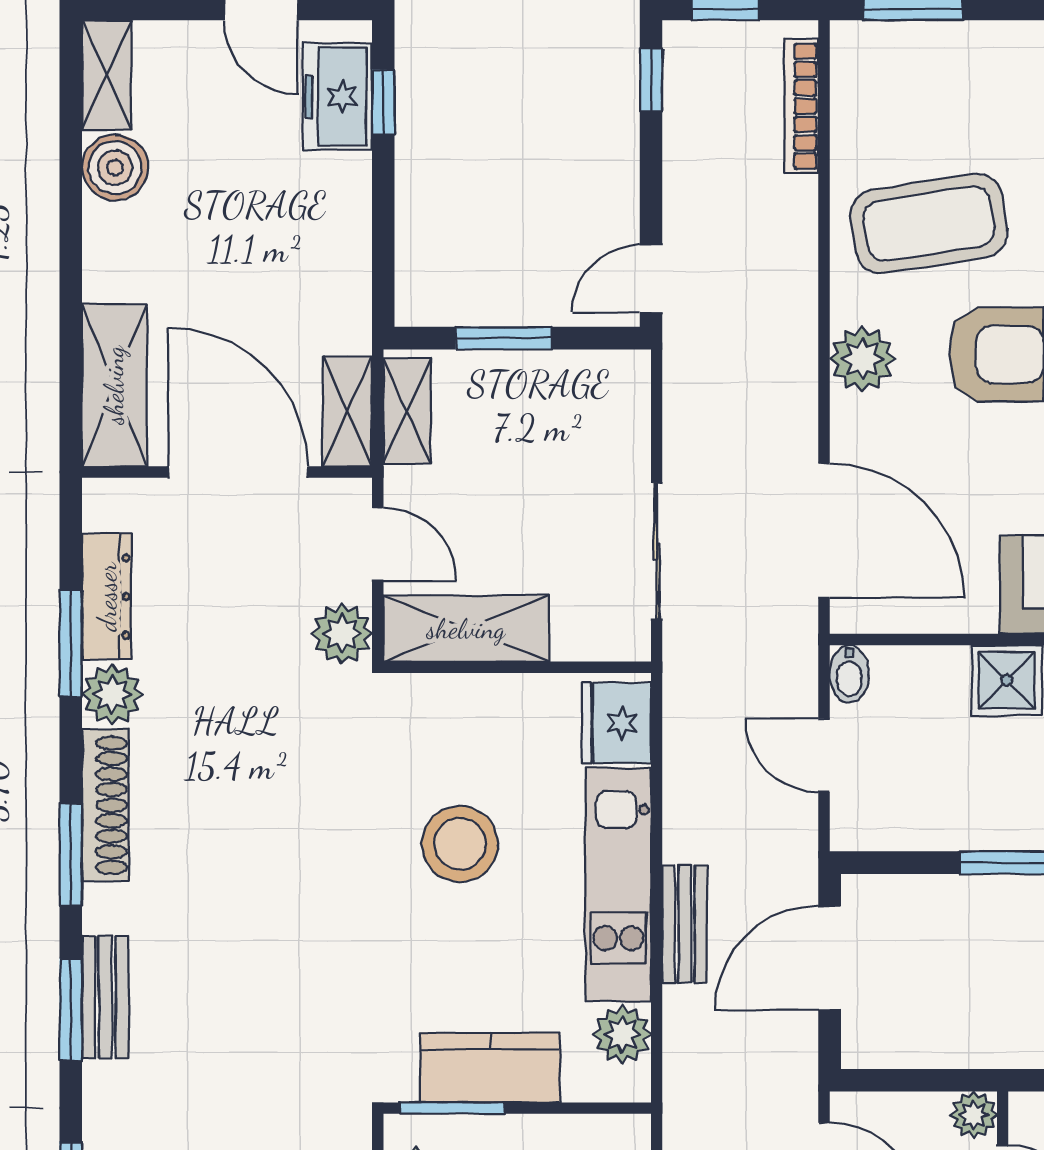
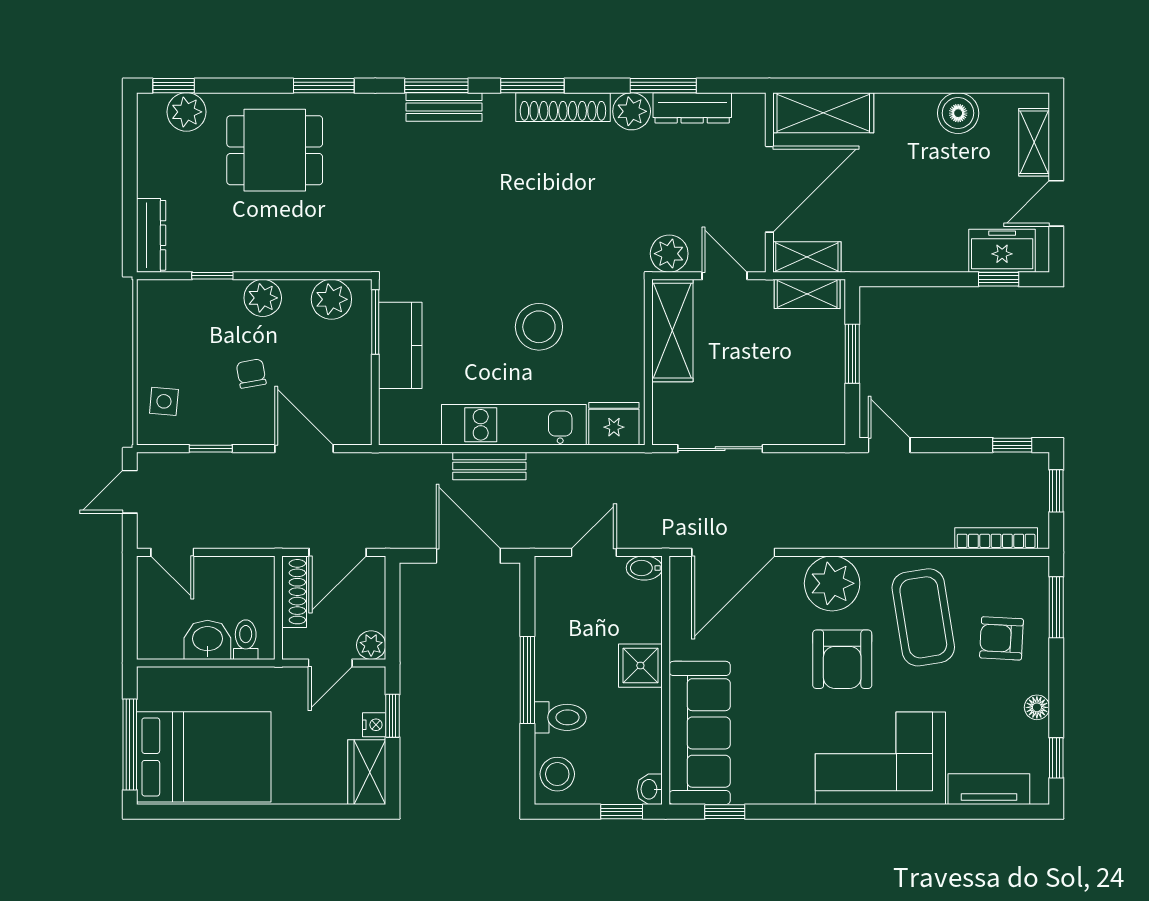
shelving: (107, 75) -> (1034, 142), moved, turned 90
armchair: (963, 97) -> (1002, 638), added
plant: (862, 359) -> (832, 583), width x1.36, depth x1.36
door: (378, 544) -> (725, 276), swing flipped
plant: (622, 1034) -> (421, 427), removed

